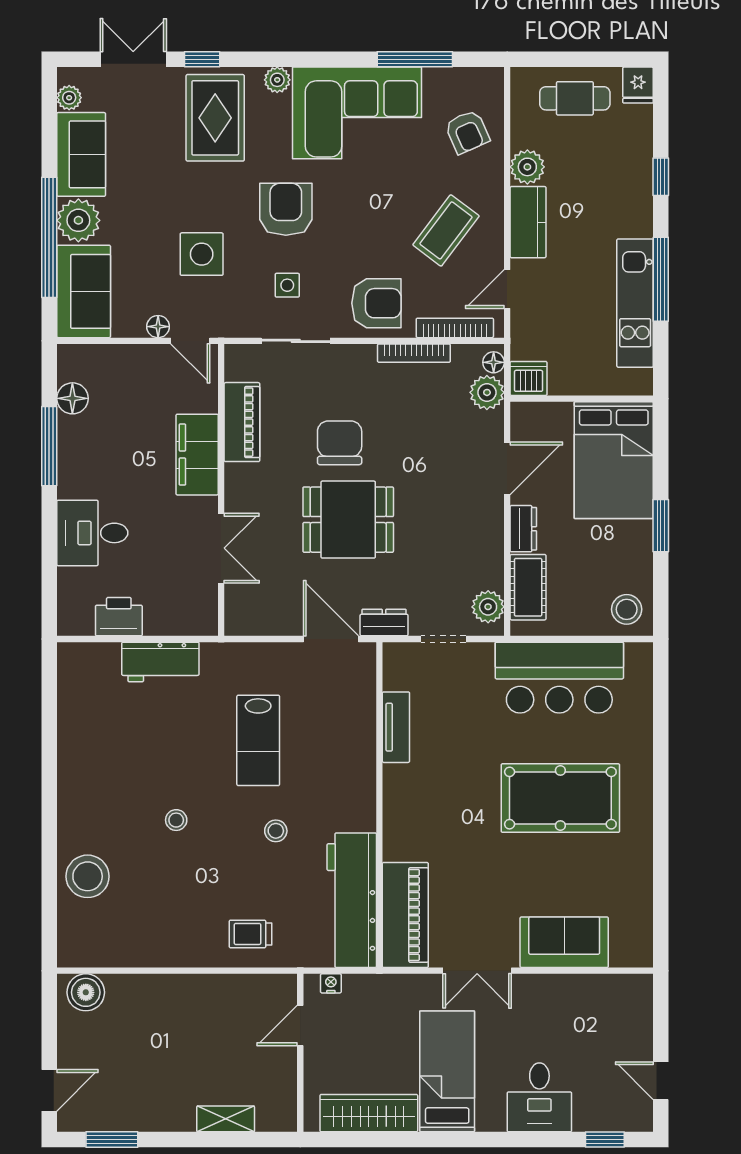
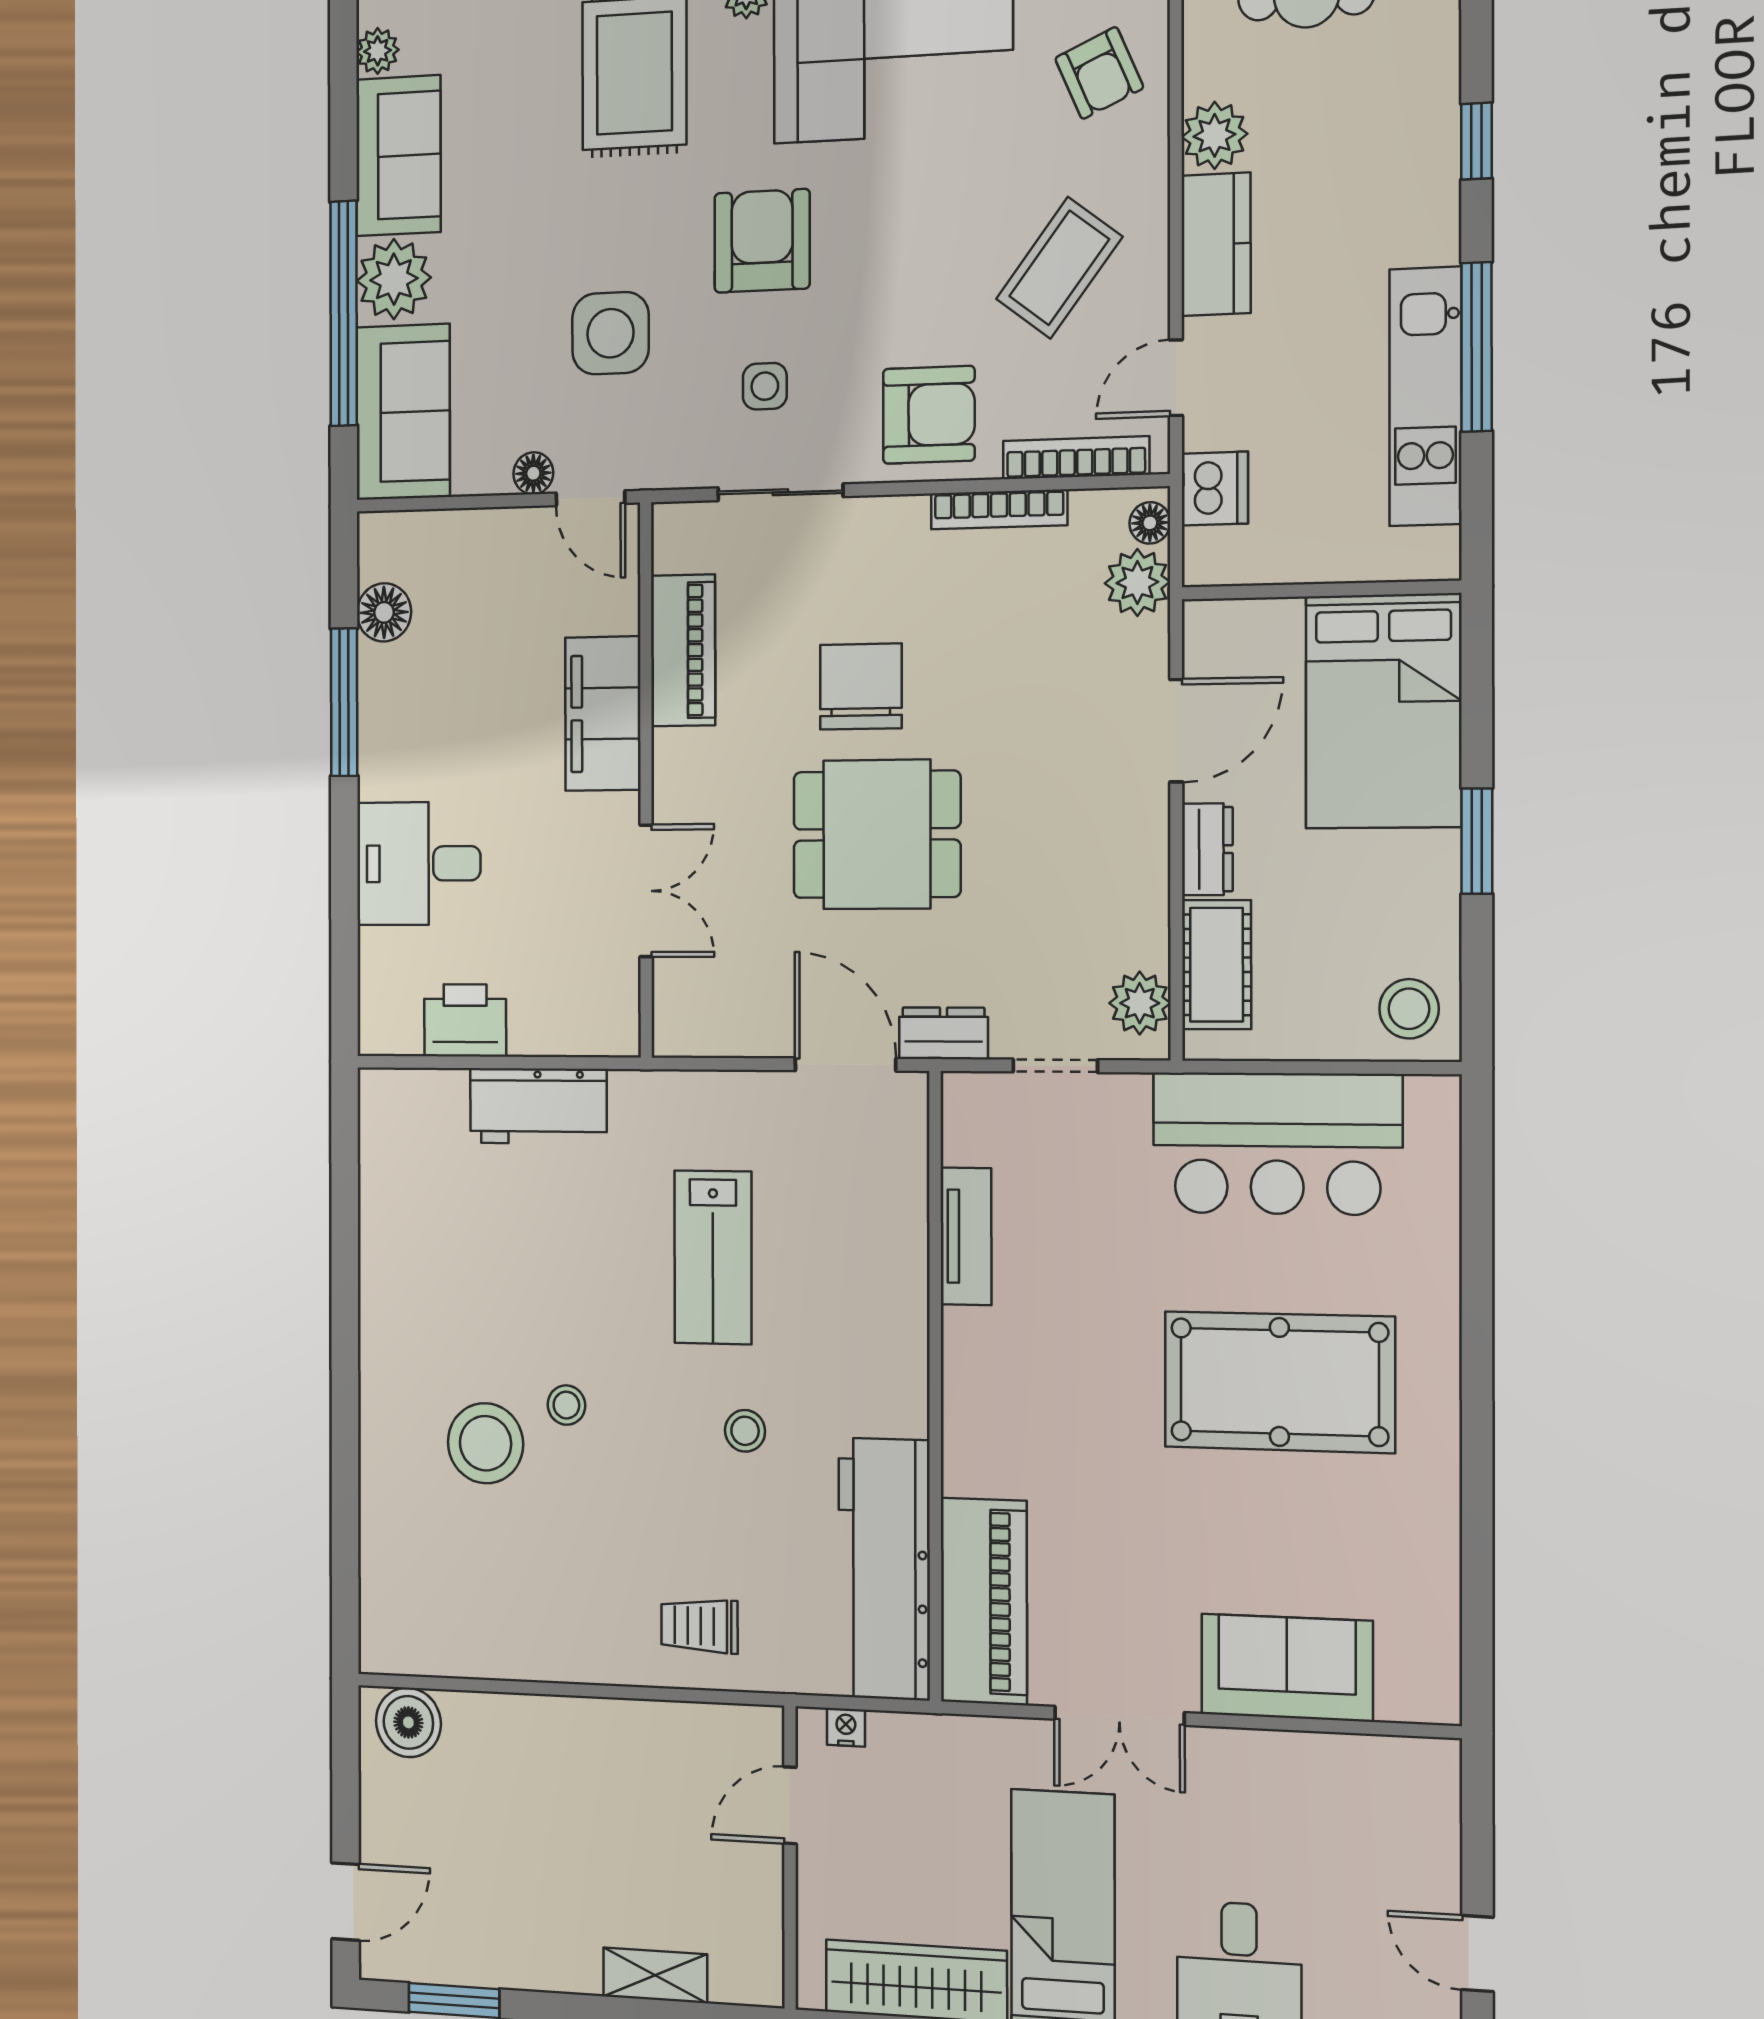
dishwasher: (529, 378) -> (1215, 489), moved, turned 90
stool: (88, 876) -> (485, 1443), moved

